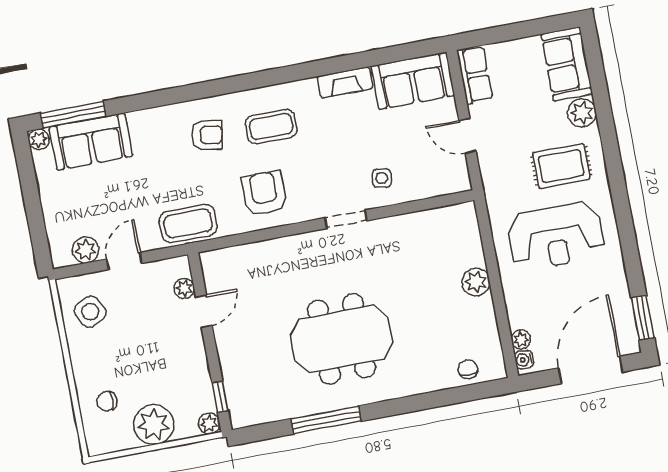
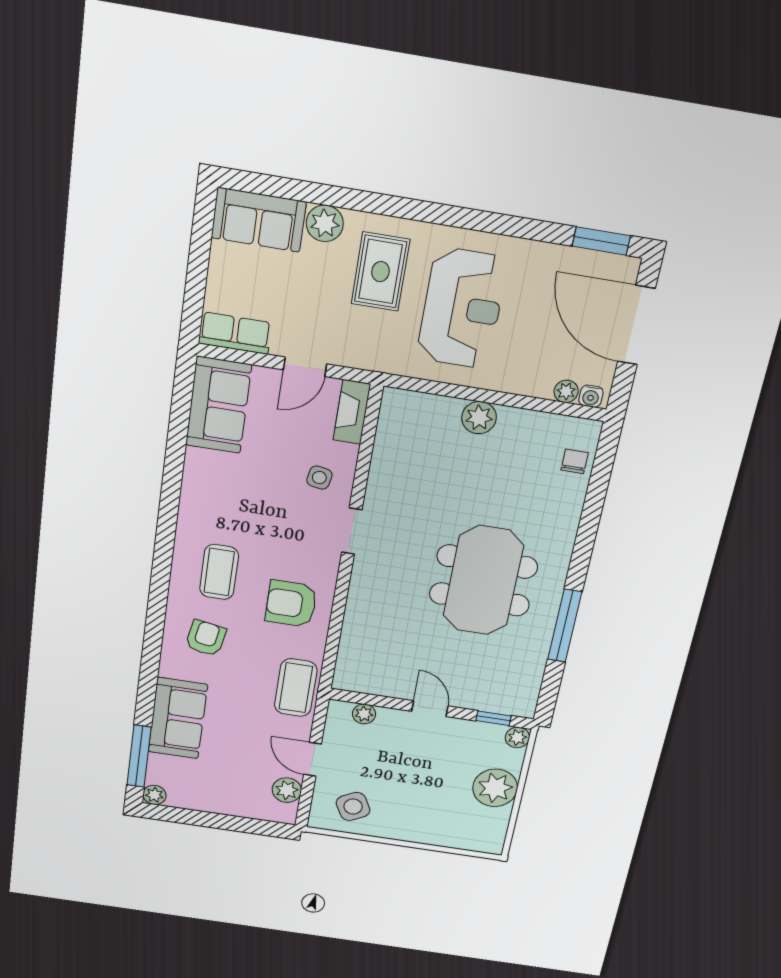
fireplace: (345, 82) -> (352, 412), moved, turned 180
sofa: (91, 142) -> (178, 718), moved
door: (204, 311) -> (430, 709), moved
chair: (468, 369) -> (575, 461), turned 90
chair: (107, 401) -> (452, 821), removed

